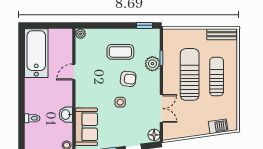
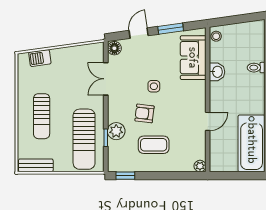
sun lounger: (190, 74) -> (84, 139), moved

